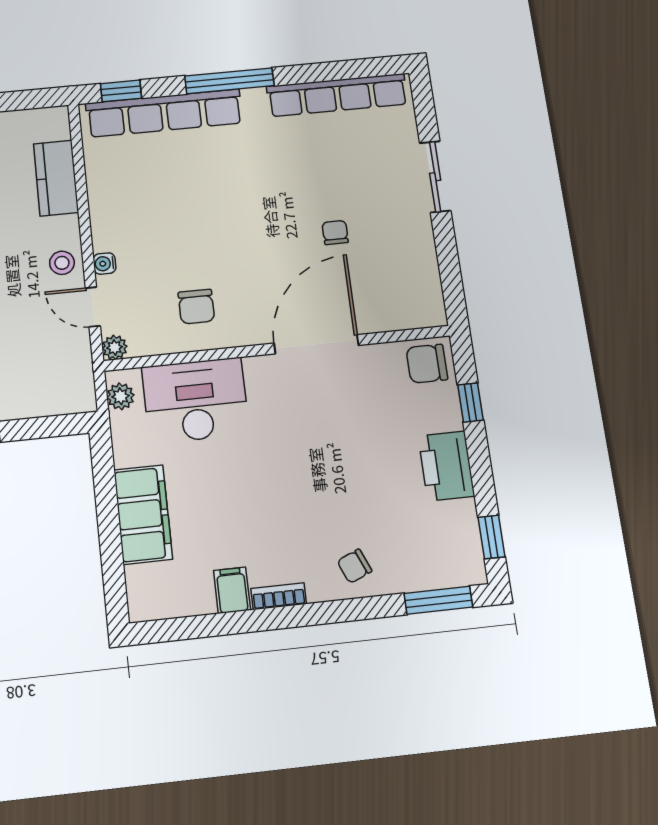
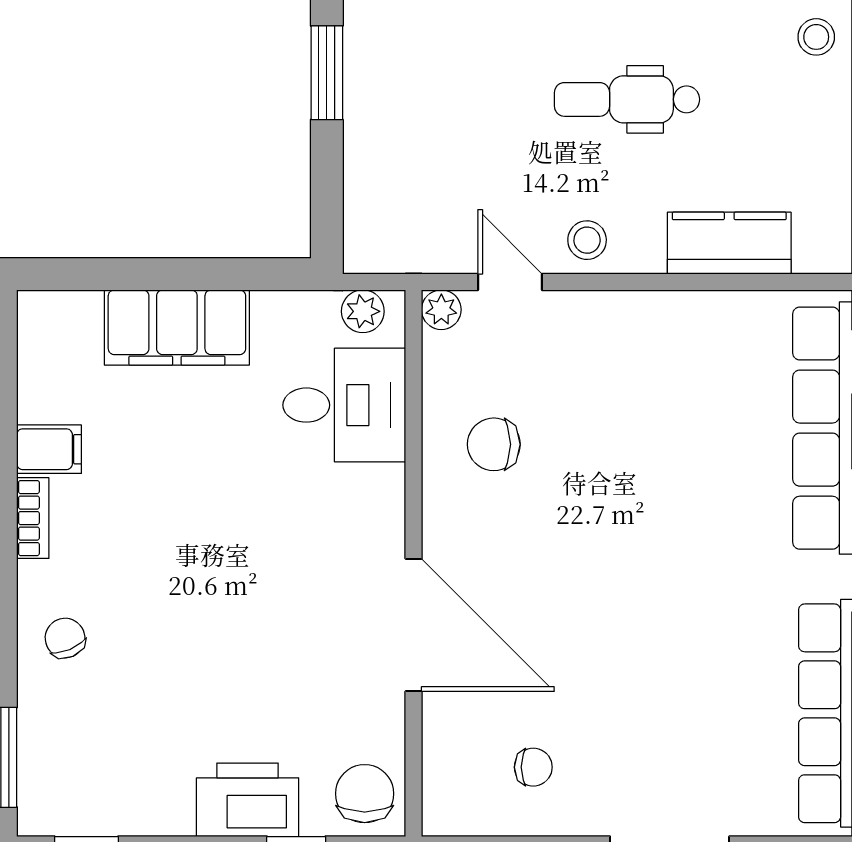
chair: (335, 232) -> (533, 767), moved
water cooler: (104, 264) -> (579, 307), removed
door: (93, 307) -> (510, 282), hinge flipped
desk: (195, 400) -> (344, 405), width x0.73
printer: (446, 466) -> (248, 800), moved

